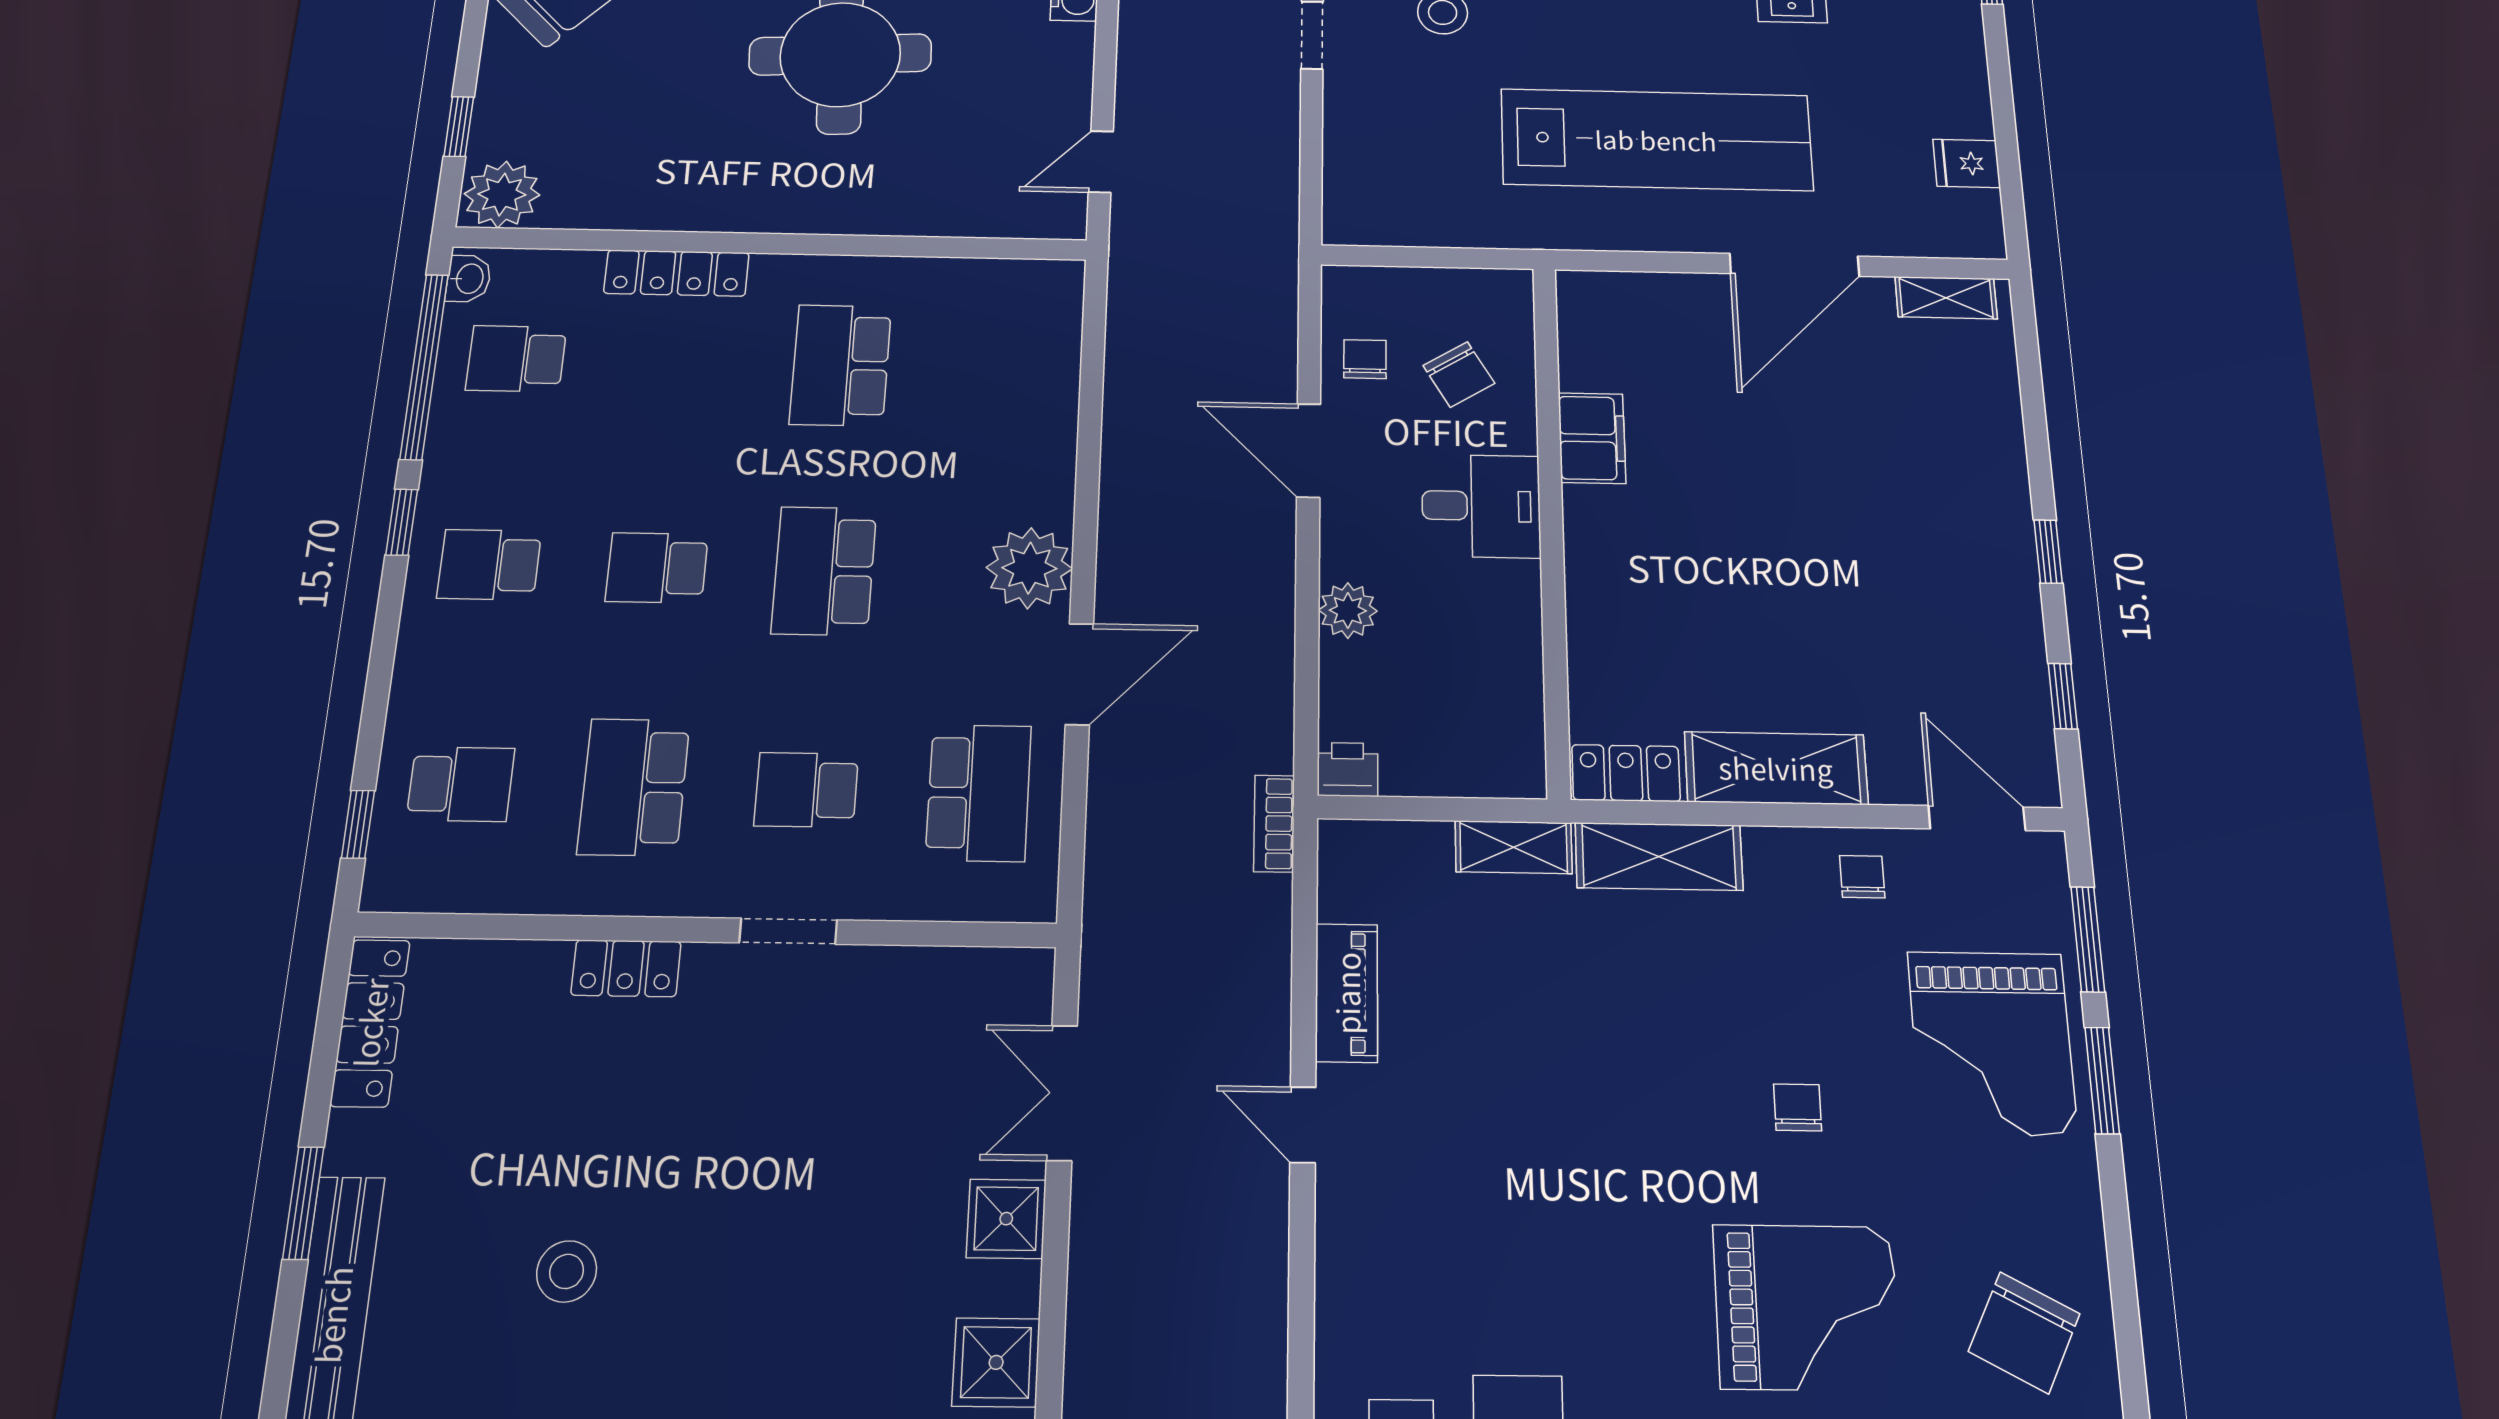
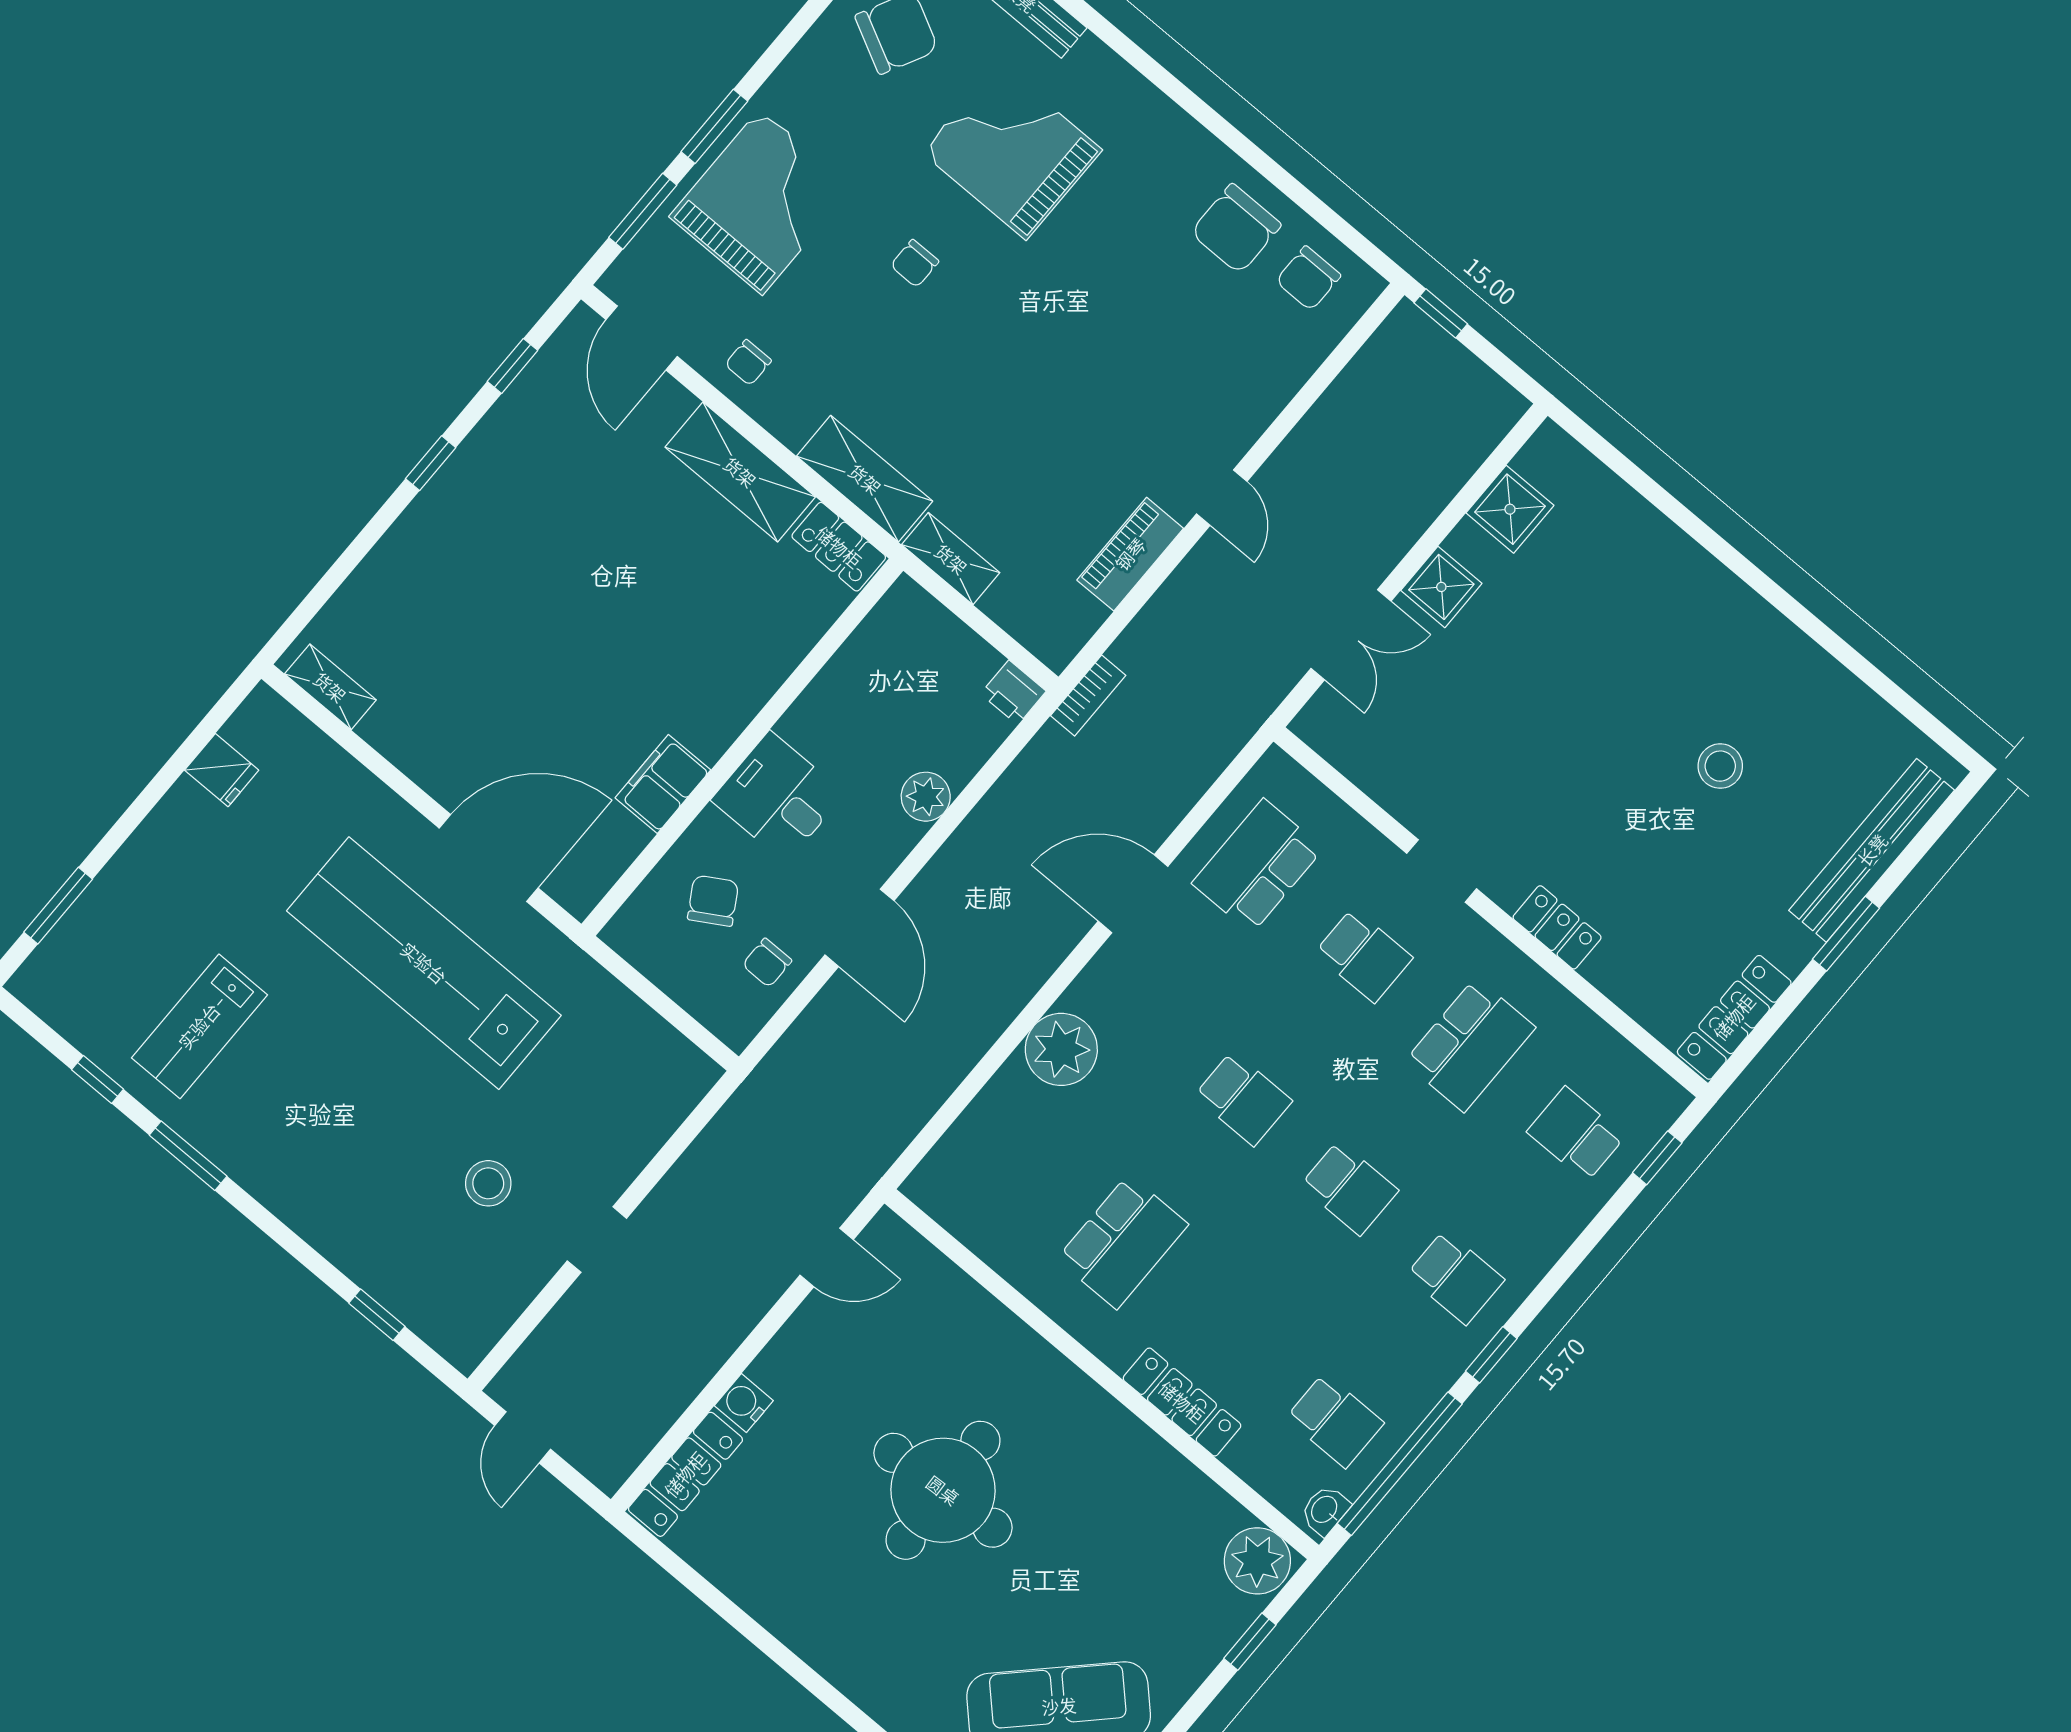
door: (1794, 265) -> (489, 858), moved
plant: (1029, 568) -> (1061, 1049), moved
school desk: (824, 571) -> (1243, 1099), width x0.54

